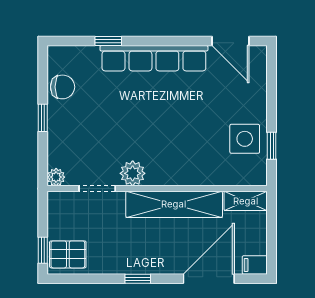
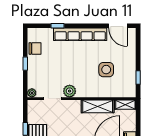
side table: (245, 139) -> (106, 70), moved
shelving: (174, 204) -> (98, 106), width x0.68

